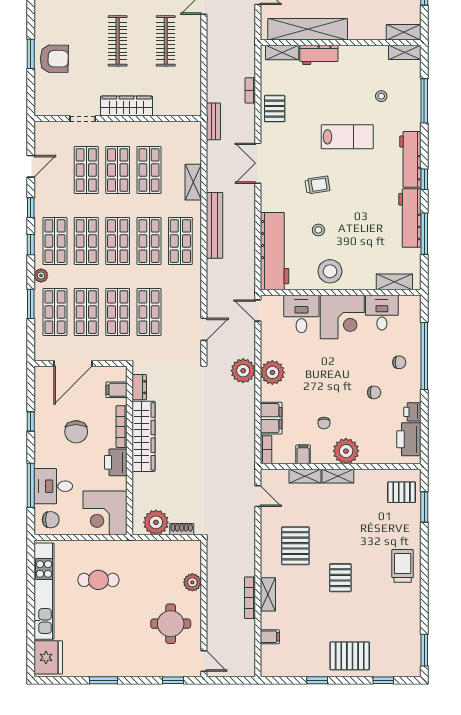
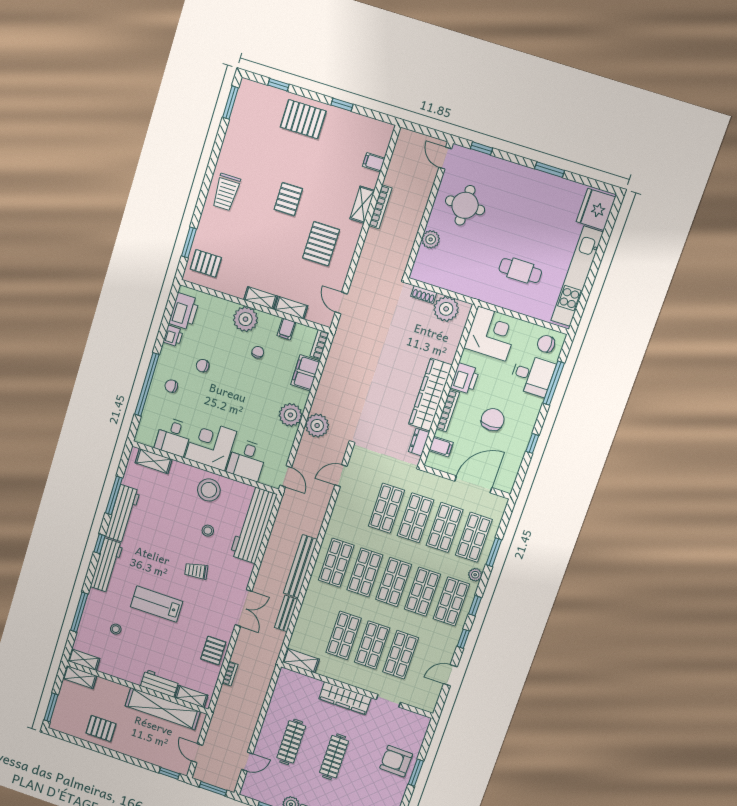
bench: (213, 121) -> (286, 613), moved
shelving: (193, 182) -> (301, 661), moved, turned 90

